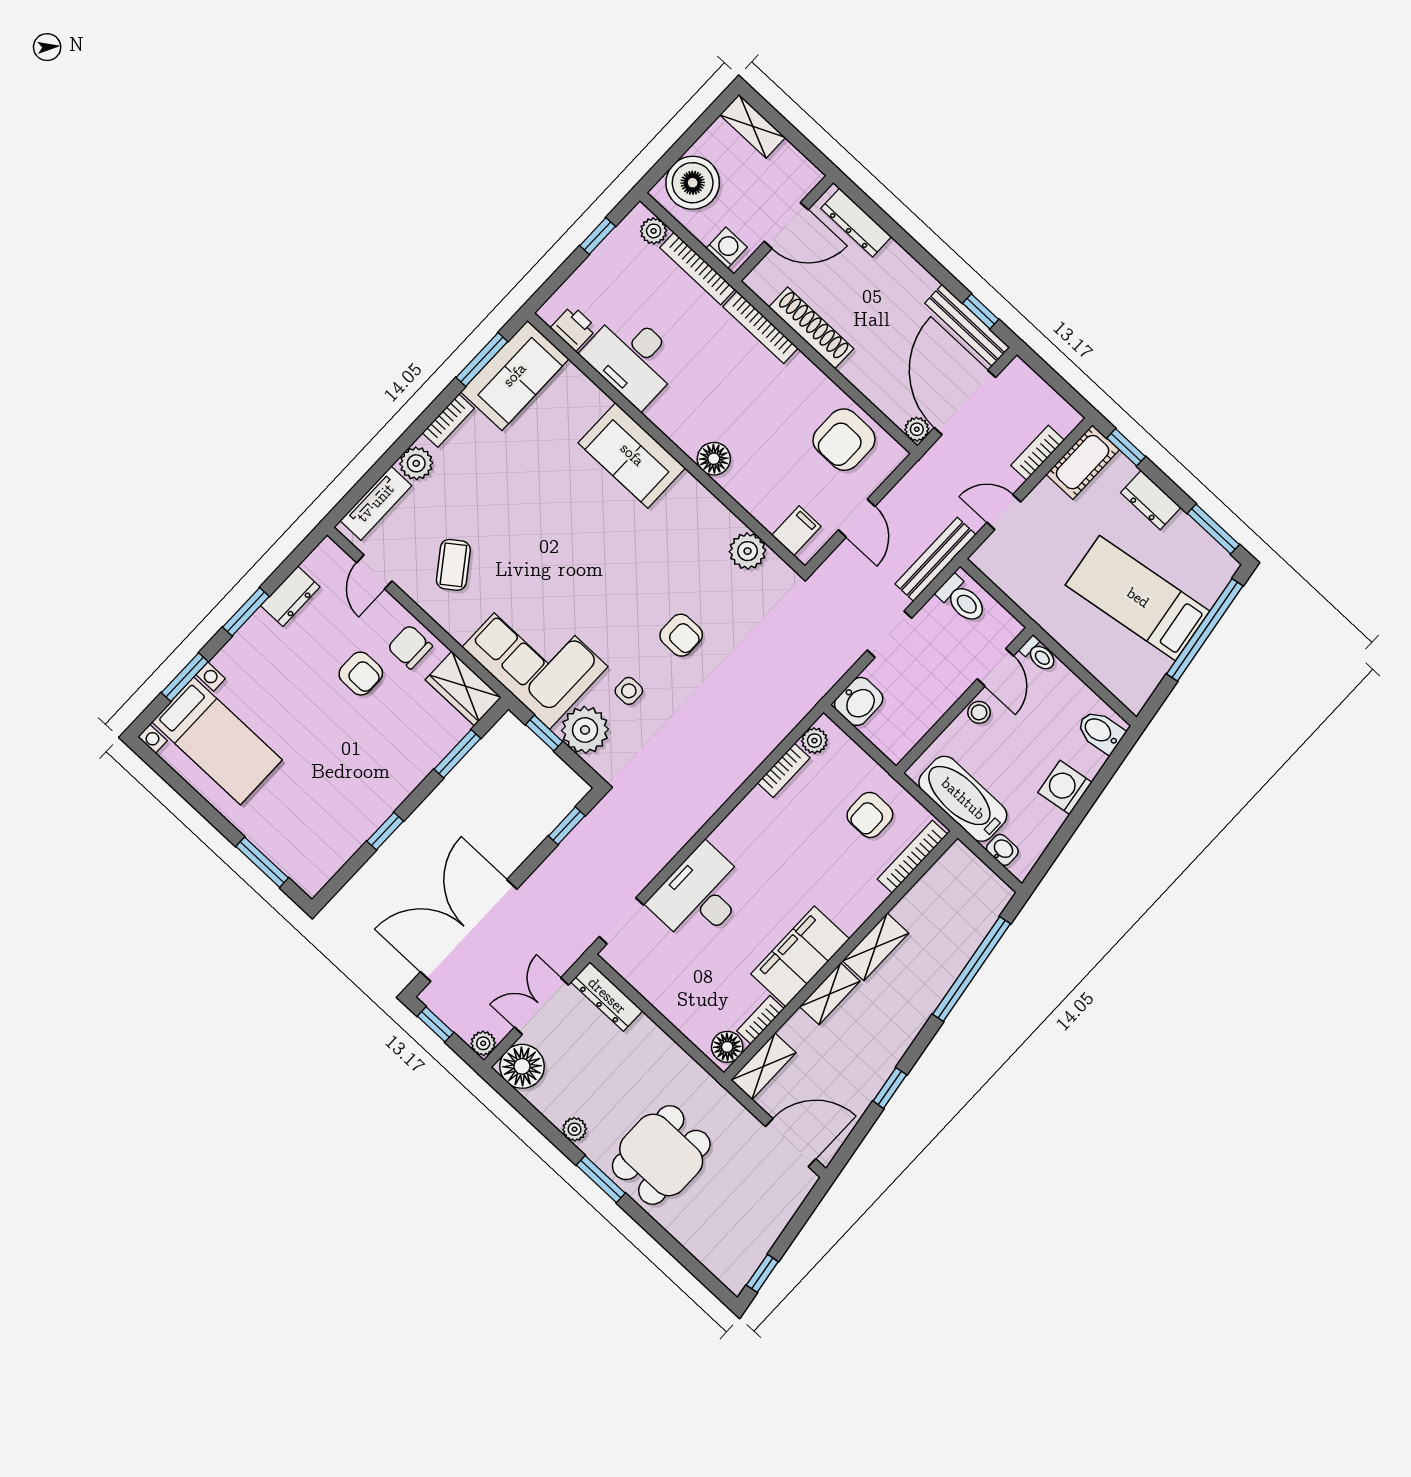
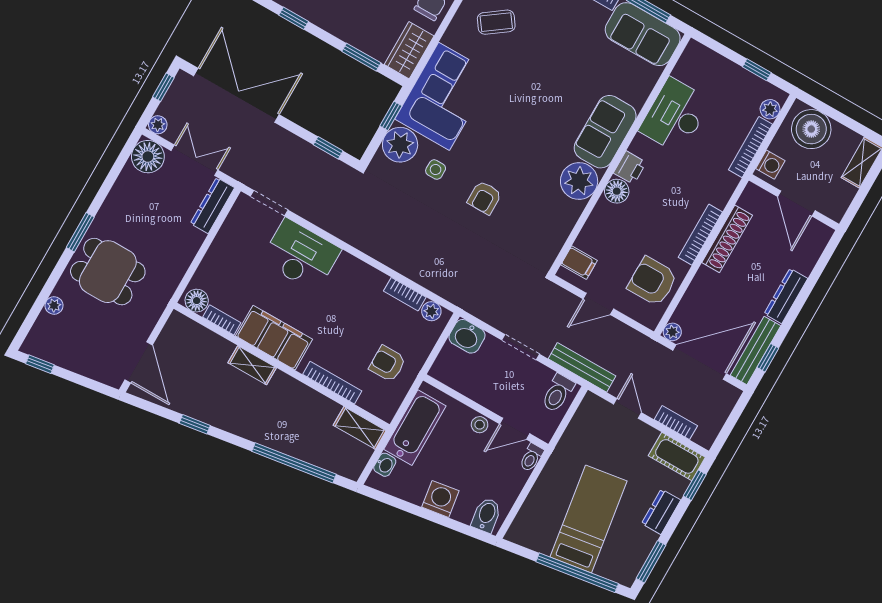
dresser: (856, 223) -> (786, 296), moved
bookcase: (760, 327) -> (700, 235), moved
printer: (574, 328) -> (630, 168), moved
plant: (748, 551) -> (579, 181), moved, width x1.36, depth x1.36
bookcase: (912, 857) -> (332, 383), moved
shelving: (876, 947) -> (360, 428), moved
shelving: (763, 1066) -> (189, 330), removed
plant: (575, 1129) -> (54, 305), moved

